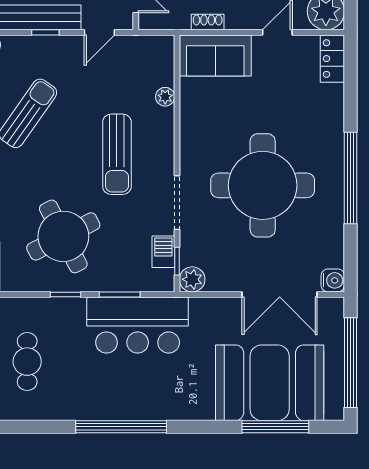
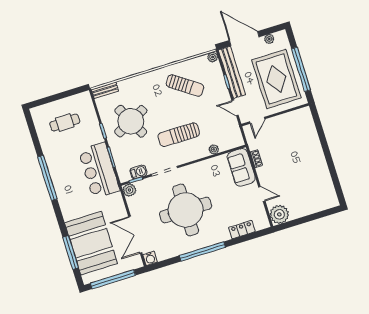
locker: (332, 59) -> (242, 230), moved

